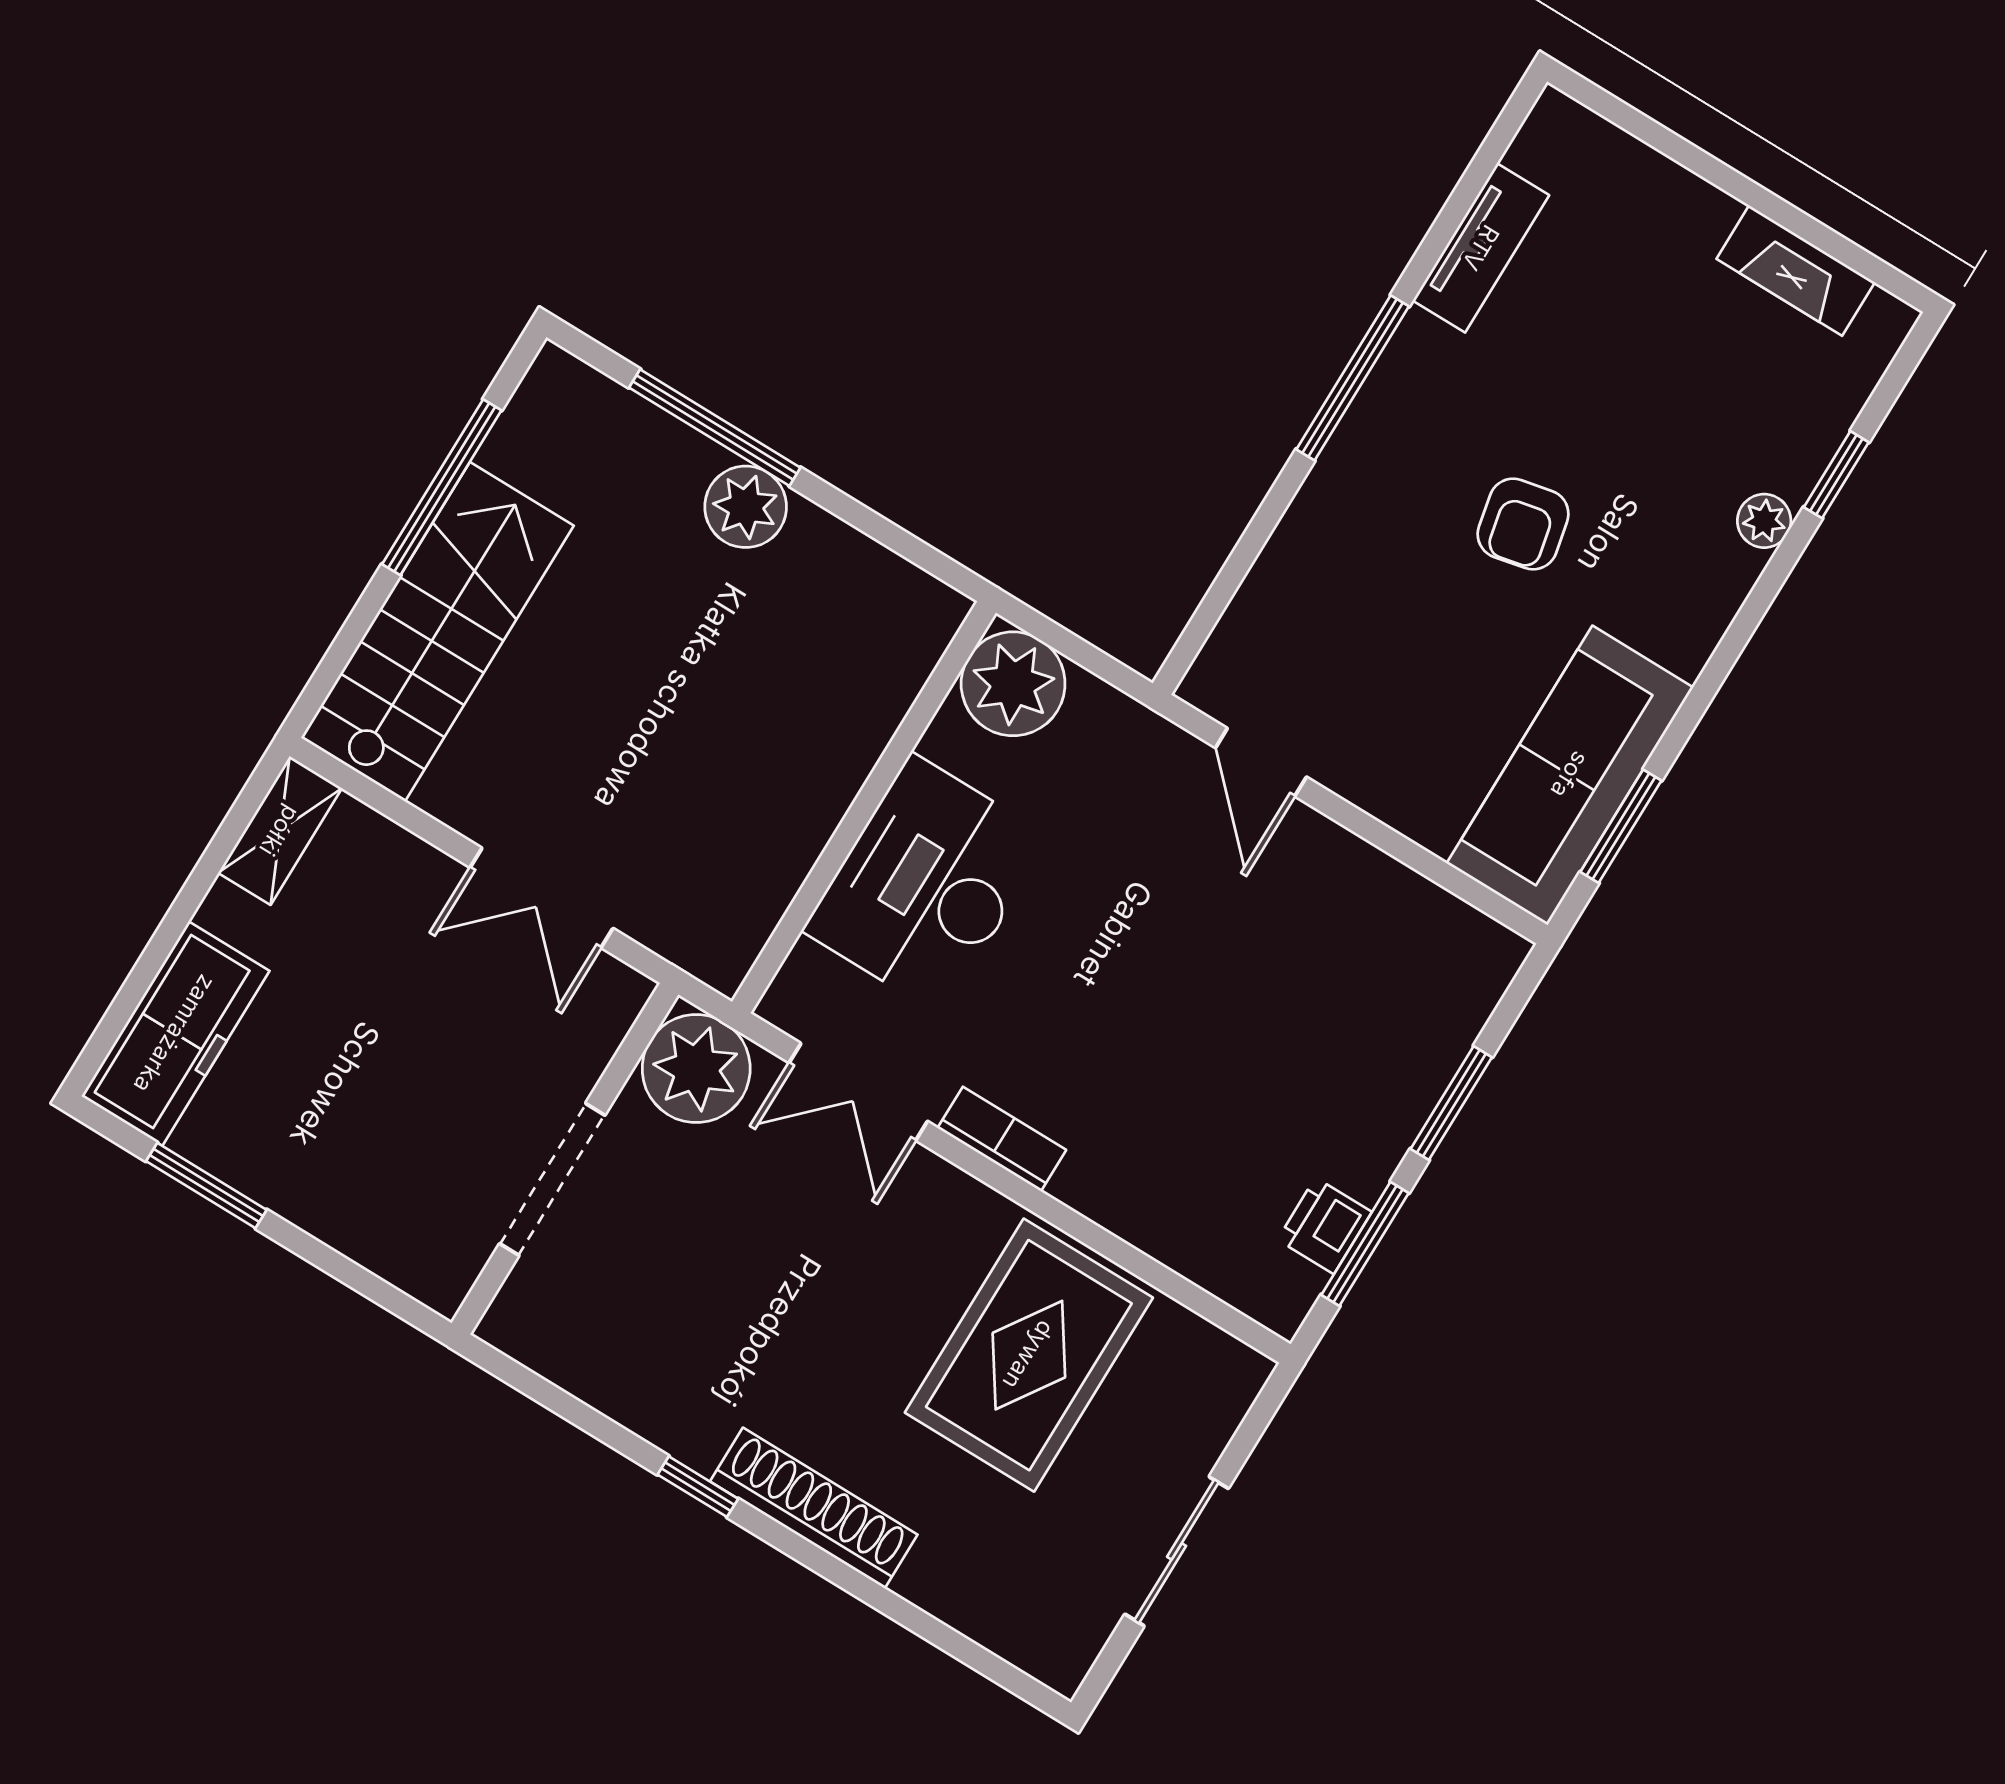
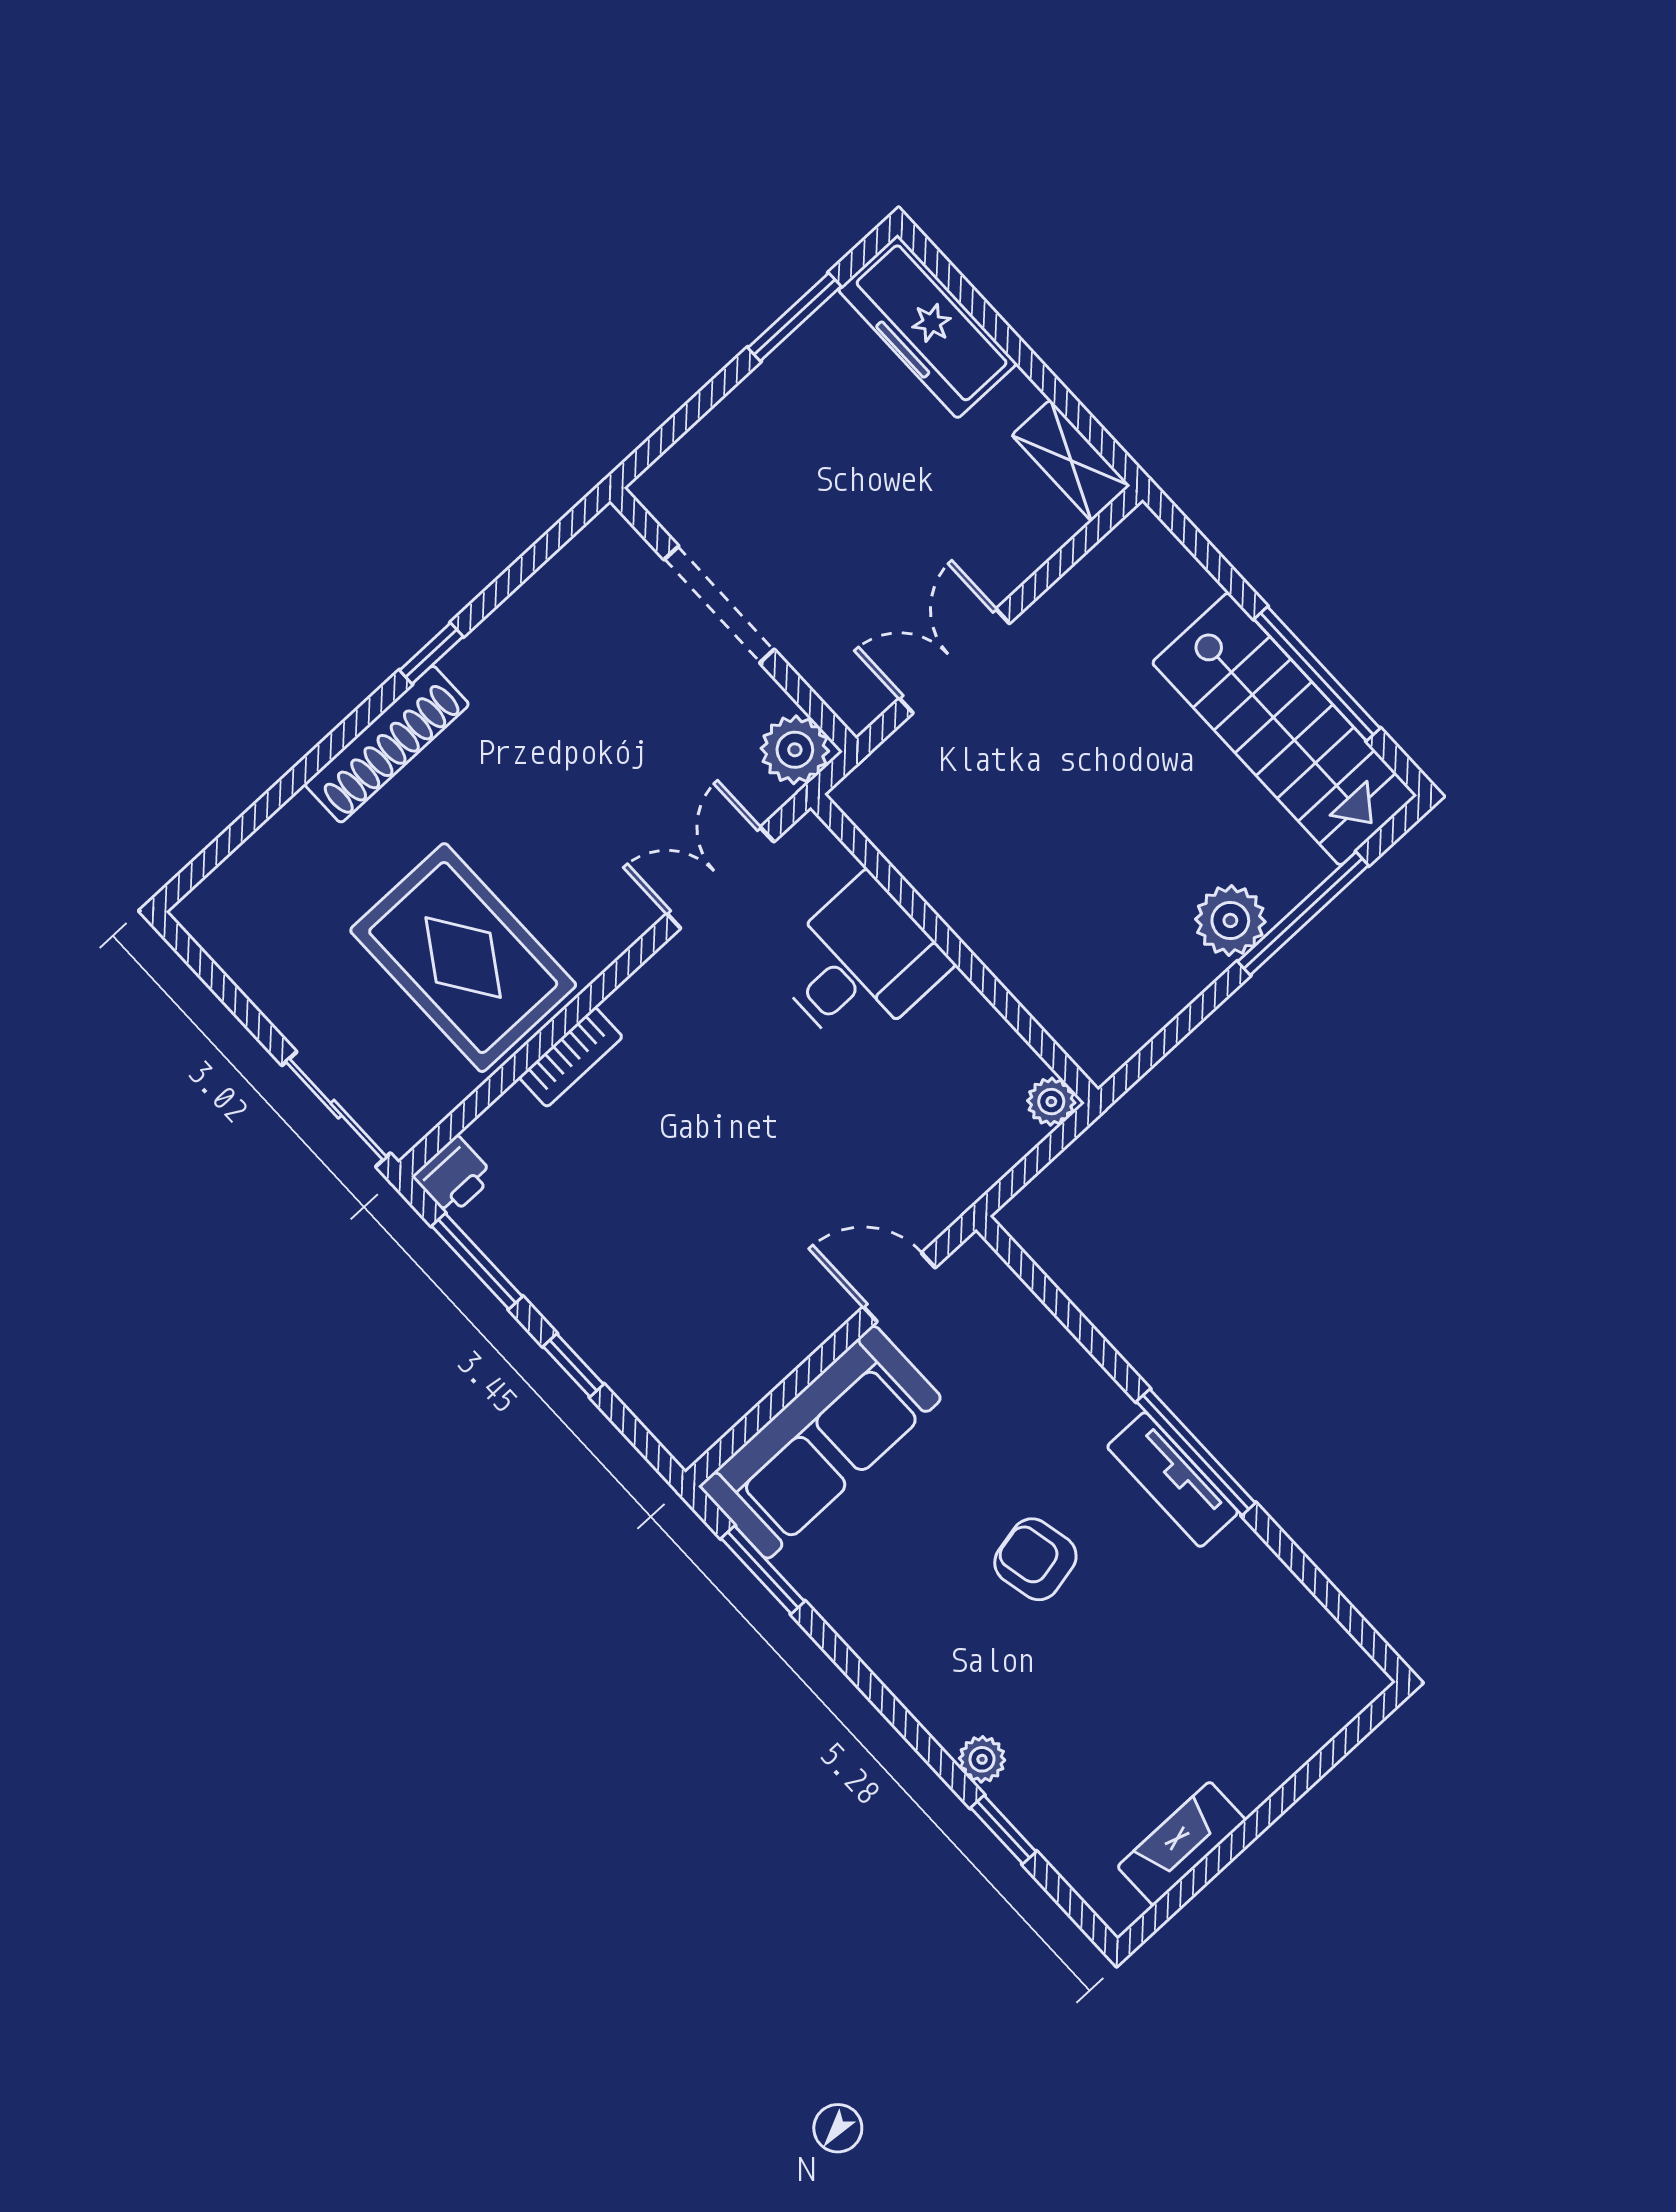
tv unit: (1481, 248) -> (1173, 1480), moved
stairs: (437, 632) -> (1284, 729), moved
plant: (1013, 684) -> (1051, 1102), width x0.53, depth x0.53
sofa: (1570, 775) -> (820, 1442), moved, turned 90
desk: (927, 884) -> (860, 964), width x0.73
plant: (696, 1069) -> (795, 750), width x0.73, depth x0.73
window: (1451, 1103) -> (573, 1365), width x0.67
bookcase: (1002, 1139) -> (571, 1057), moved
printer: (1325, 1226) -> (454, 1176), moved, turned 90
sliding door: (1177, 1551) -> (336, 1109), moved

